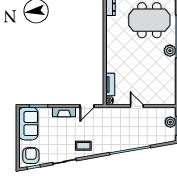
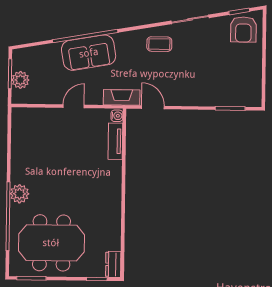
door: (87, 106) -> (153, 107), hinge flipped
door: (137, 106) -> (74, 106), swing flipped
fireplace: (64, 112) -> (122, 97), moved
sofa: (28, 124) -> (89, 53), moved, turned -100

